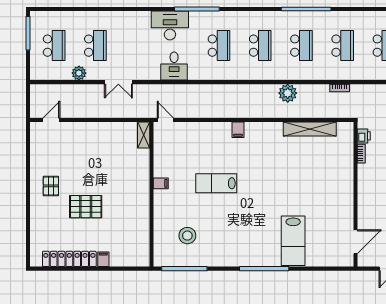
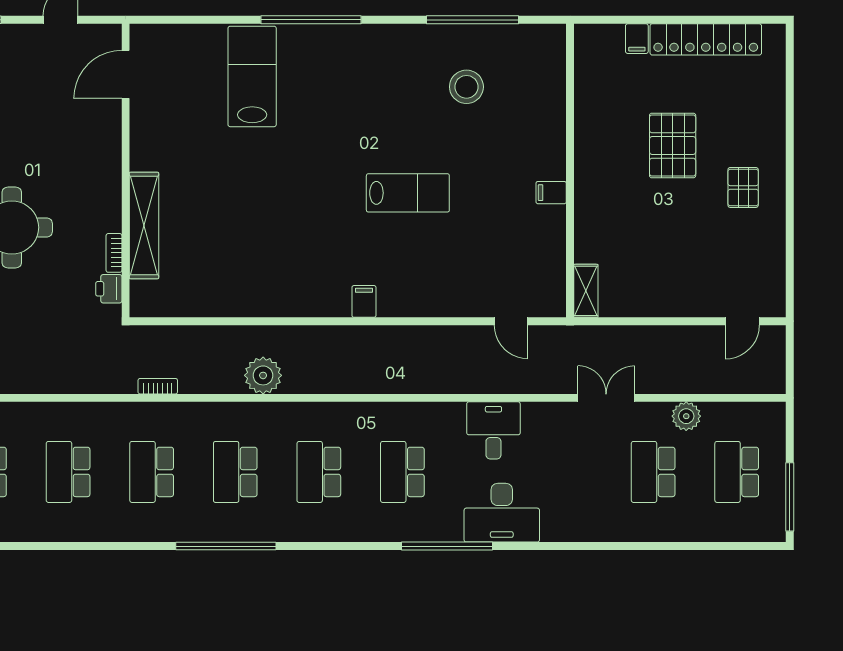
shelving: (310, 129) -> (144, 225), moved, turned 90
shelving: (144, 135) -> (586, 291), moved
filing cabinet: (161, 183) -> (551, 193), moved
wall: (151, 194) -> (570, 171), moved
pallet: (86, 207) -> (673, 145), turned 90

